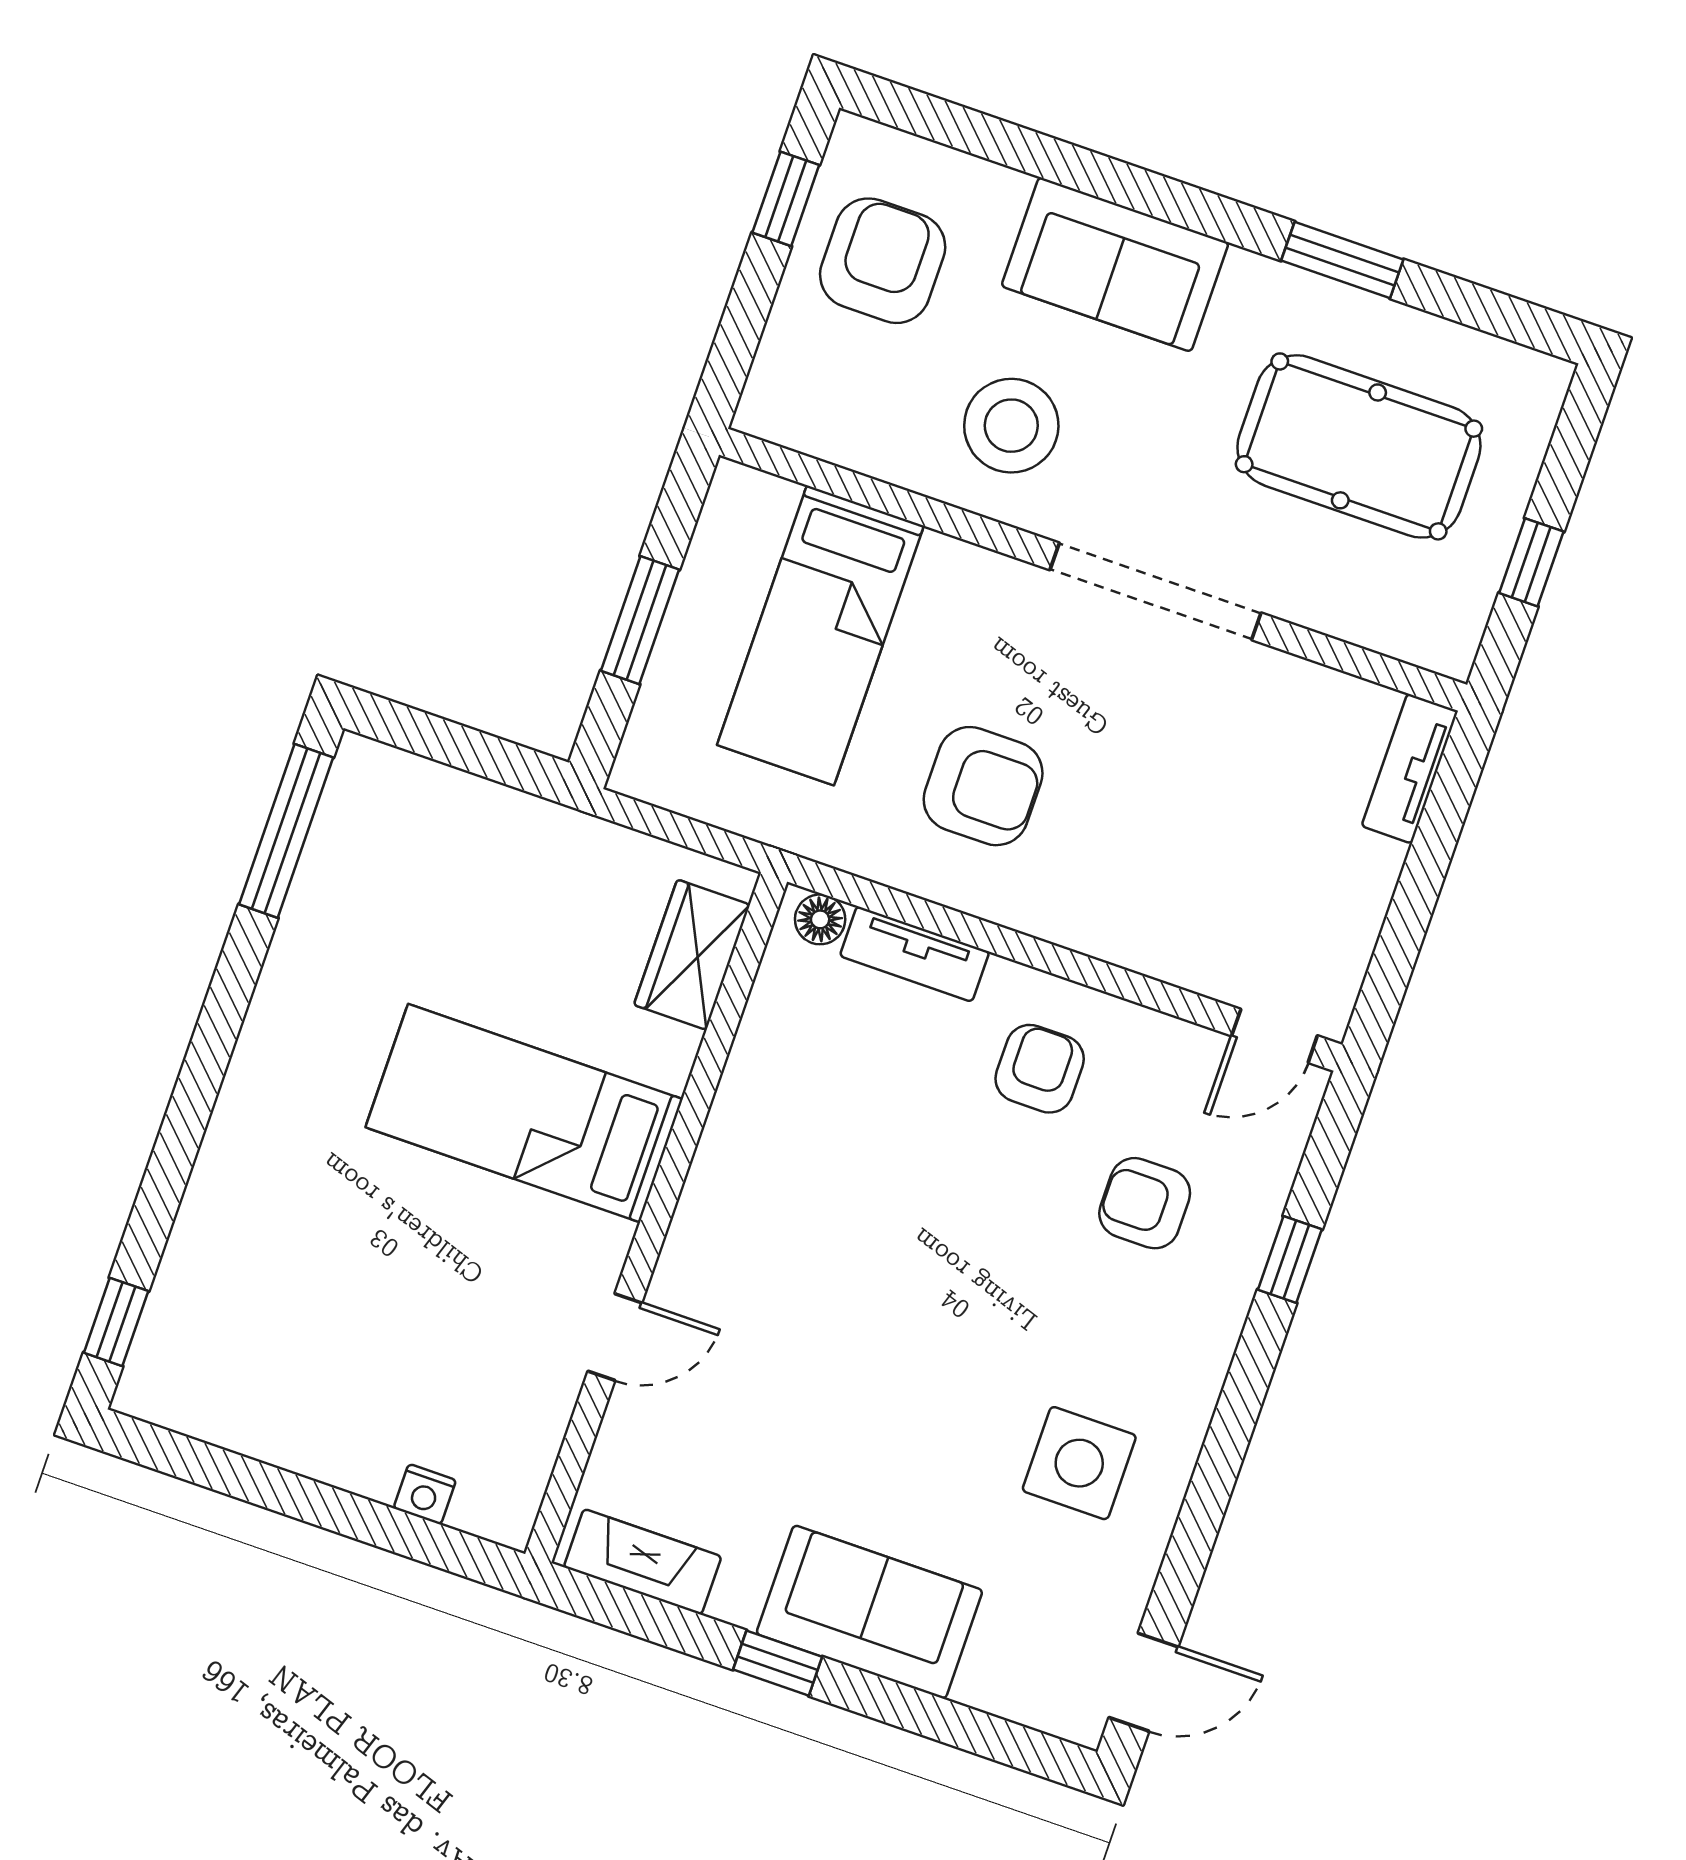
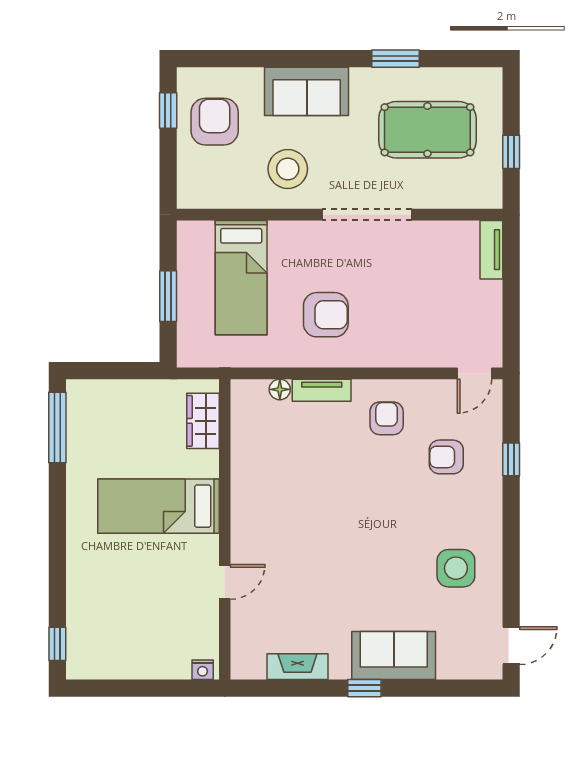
wardrobe: (692, 955) -> (203, 421), moved
bed: (524, 1113) -> (158, 506), moved
wall: (656, 1218) -> (225, 529), moved
door: (615, 1337) -> (225, 582), moved

